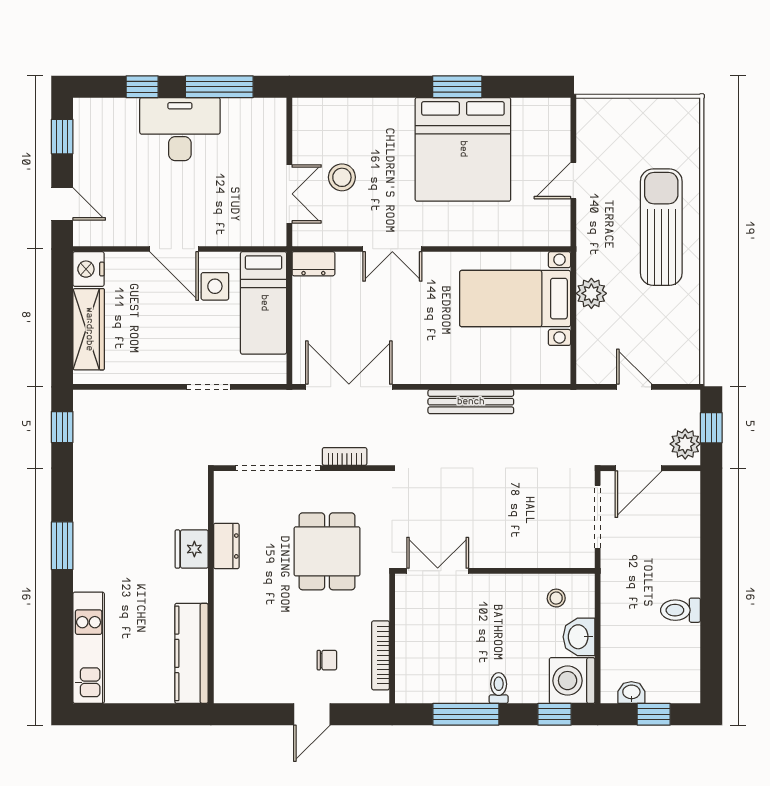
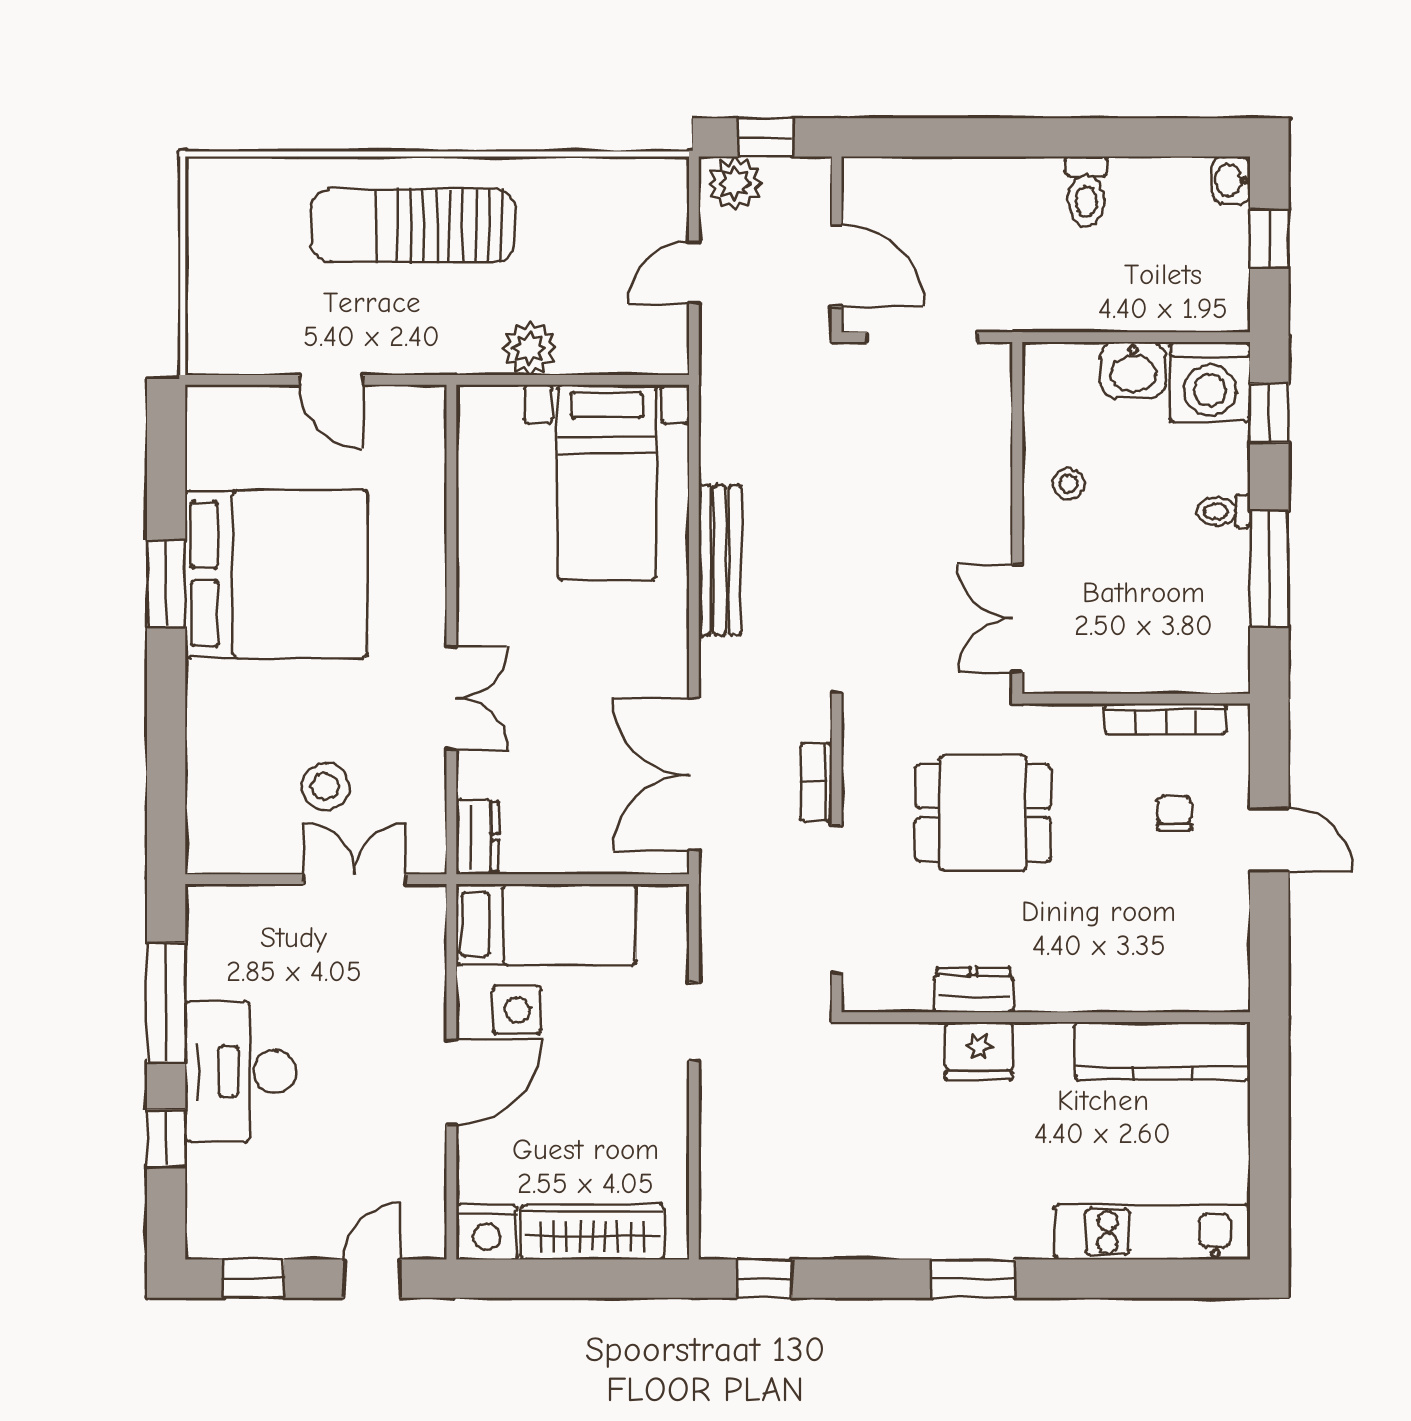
bed with nightstands: (515, 299) -> (607, 482), moved
plant: (685, 444) -> (735, 183), moved
stool: (556, 598) -> (1068, 484), moved
washbasin: (631, 692) -> (1231, 180), moved

